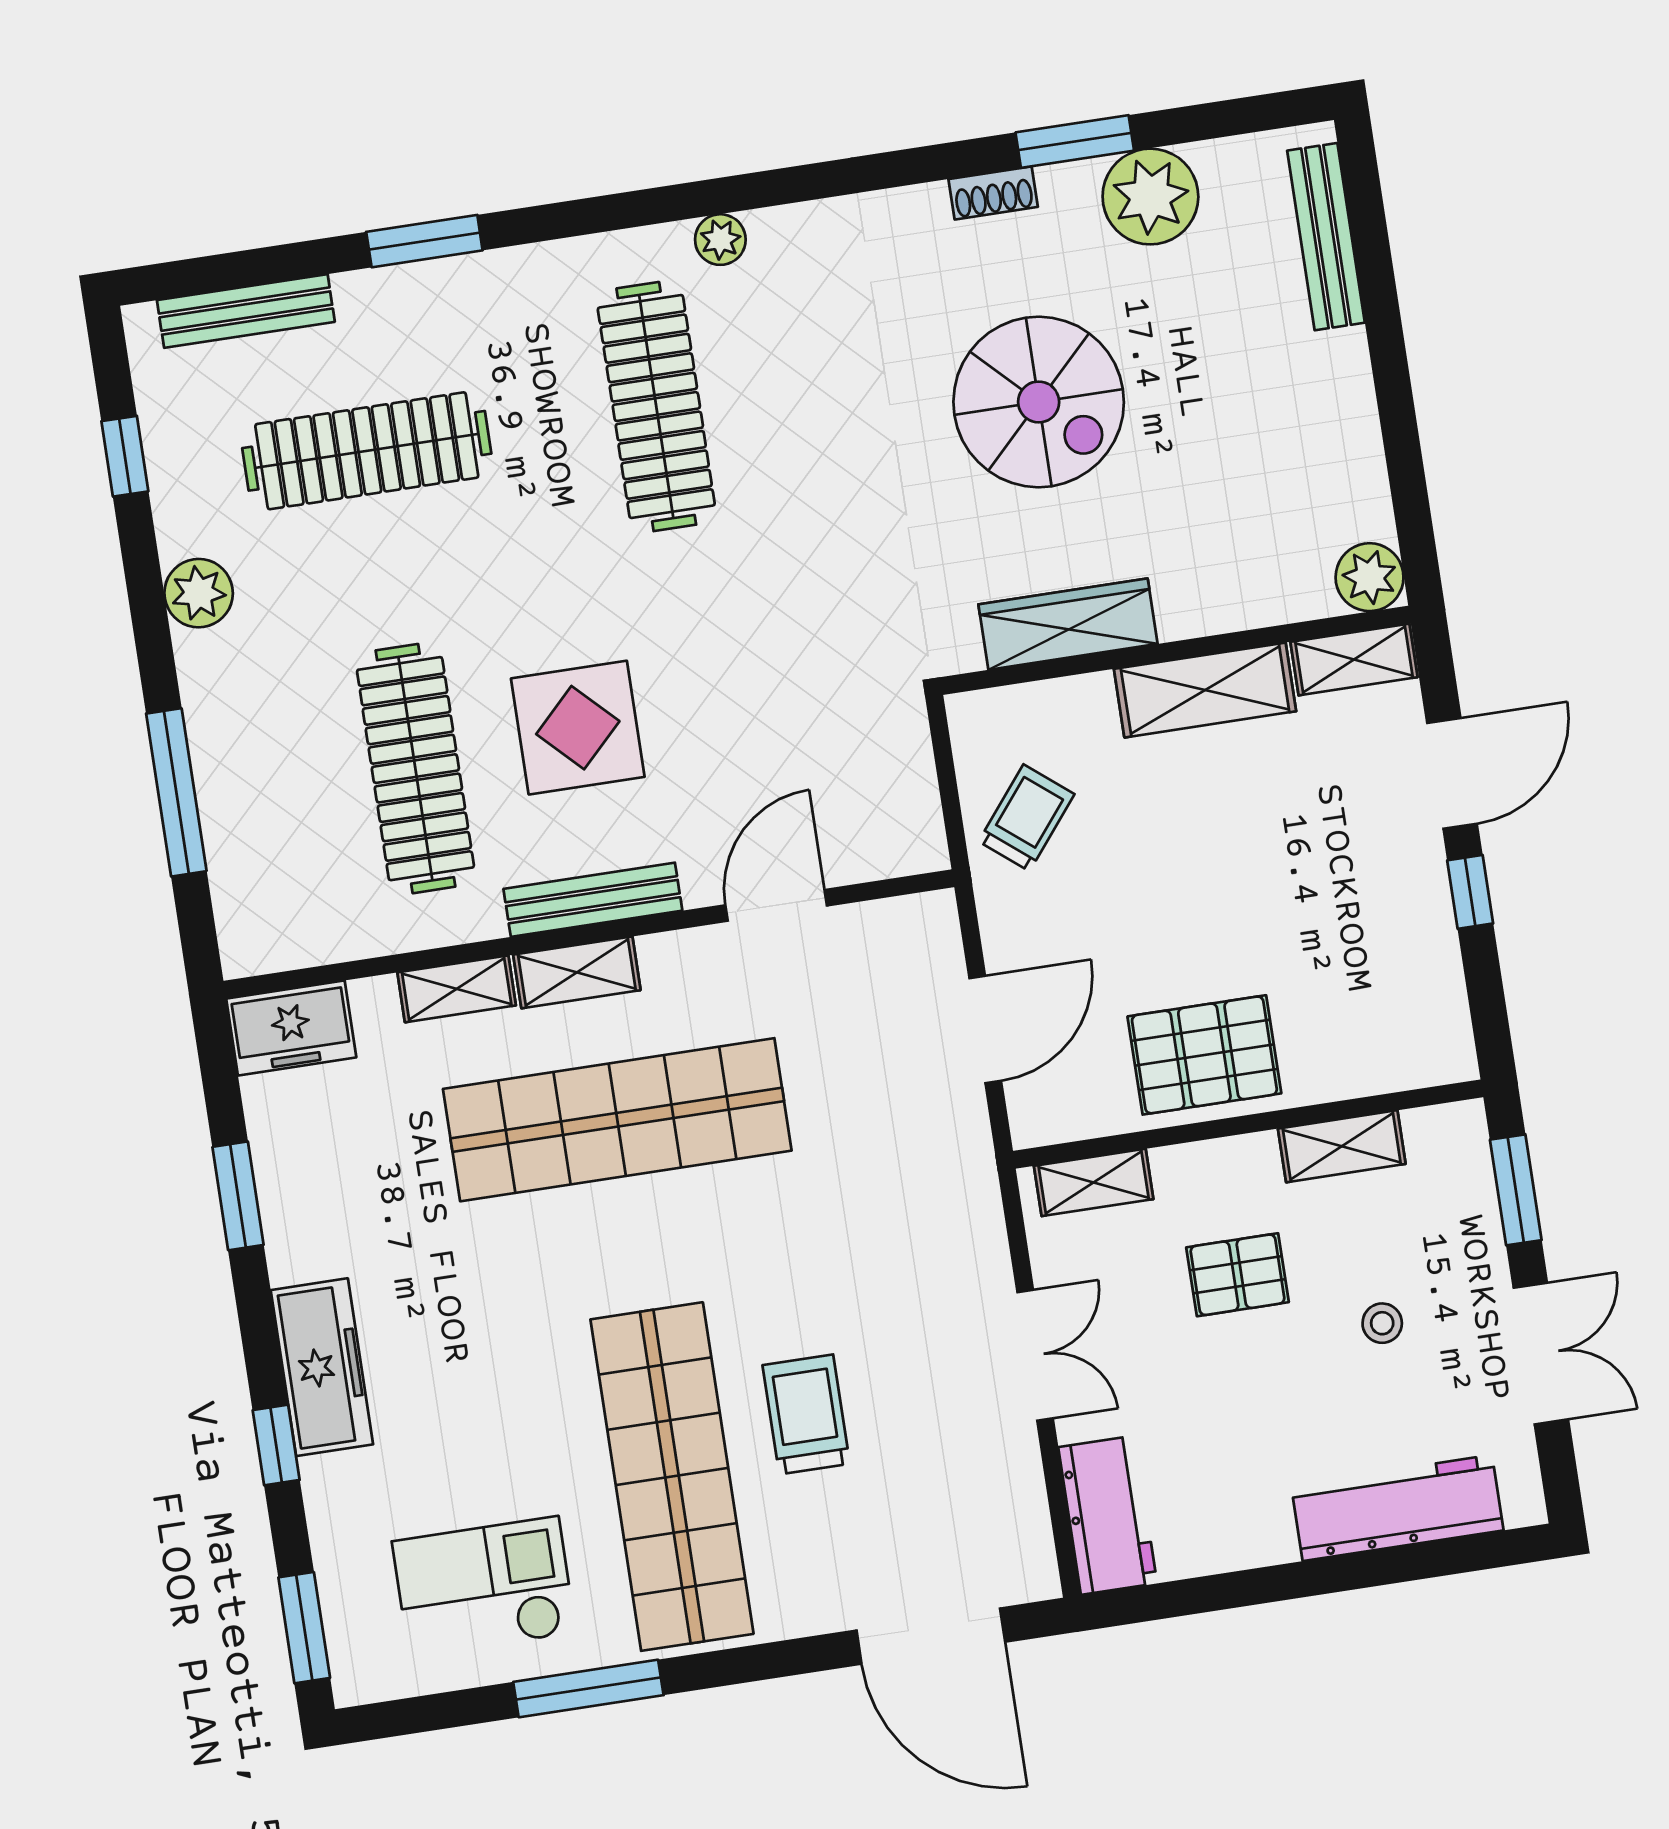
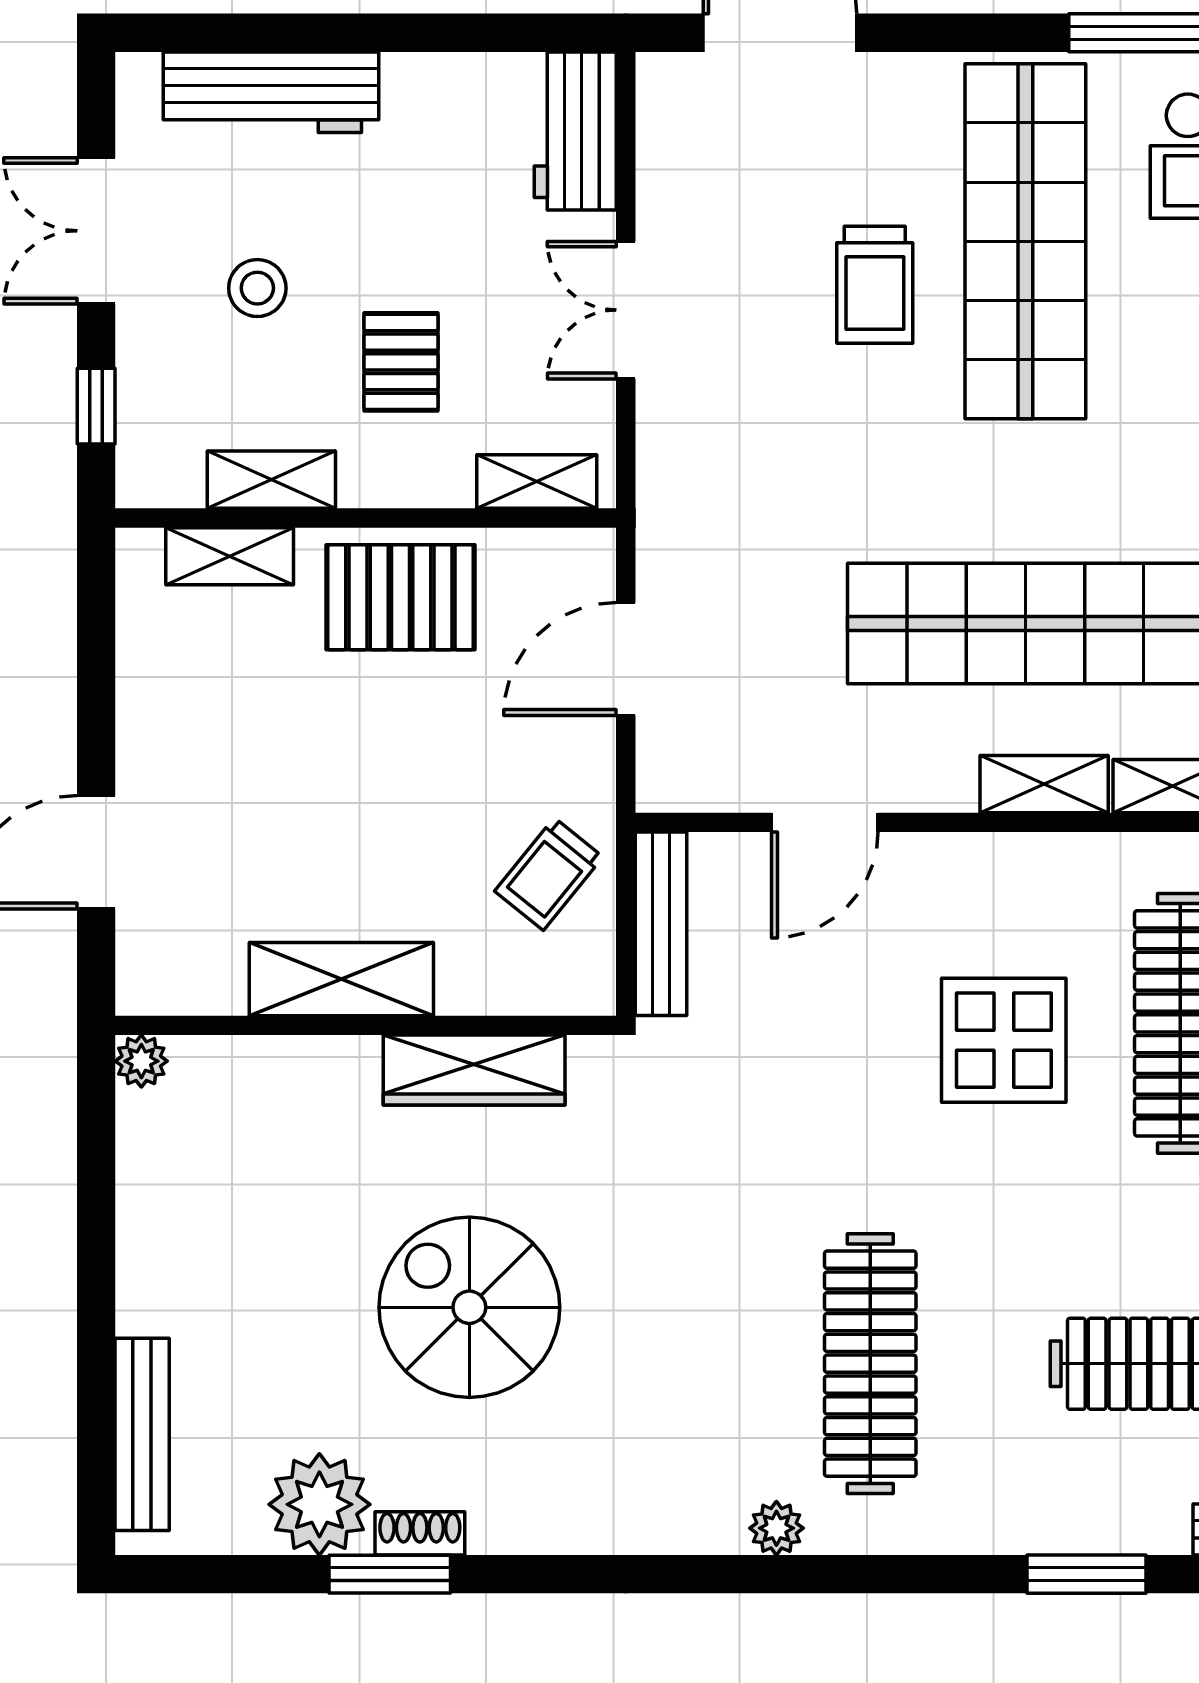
shoe rack: (993, 193) -> (420, 1533), moved
plant: (1370, 577) -> (141, 1061), width x0.73, depth x0.73
shelving: (1354, 659) -> (230, 556), moved
window: (1470, 892) -> (96, 725), removed
bench: (593, 900) -> (661, 924), moved, turned 90
window: (1516, 1190) -> (96, 406), width x0.67
pallet: (1238, 1275) -> (401, 362), turned 90
stool: (1382, 1323) -> (257, 288), width x1.37, depth x1.37

